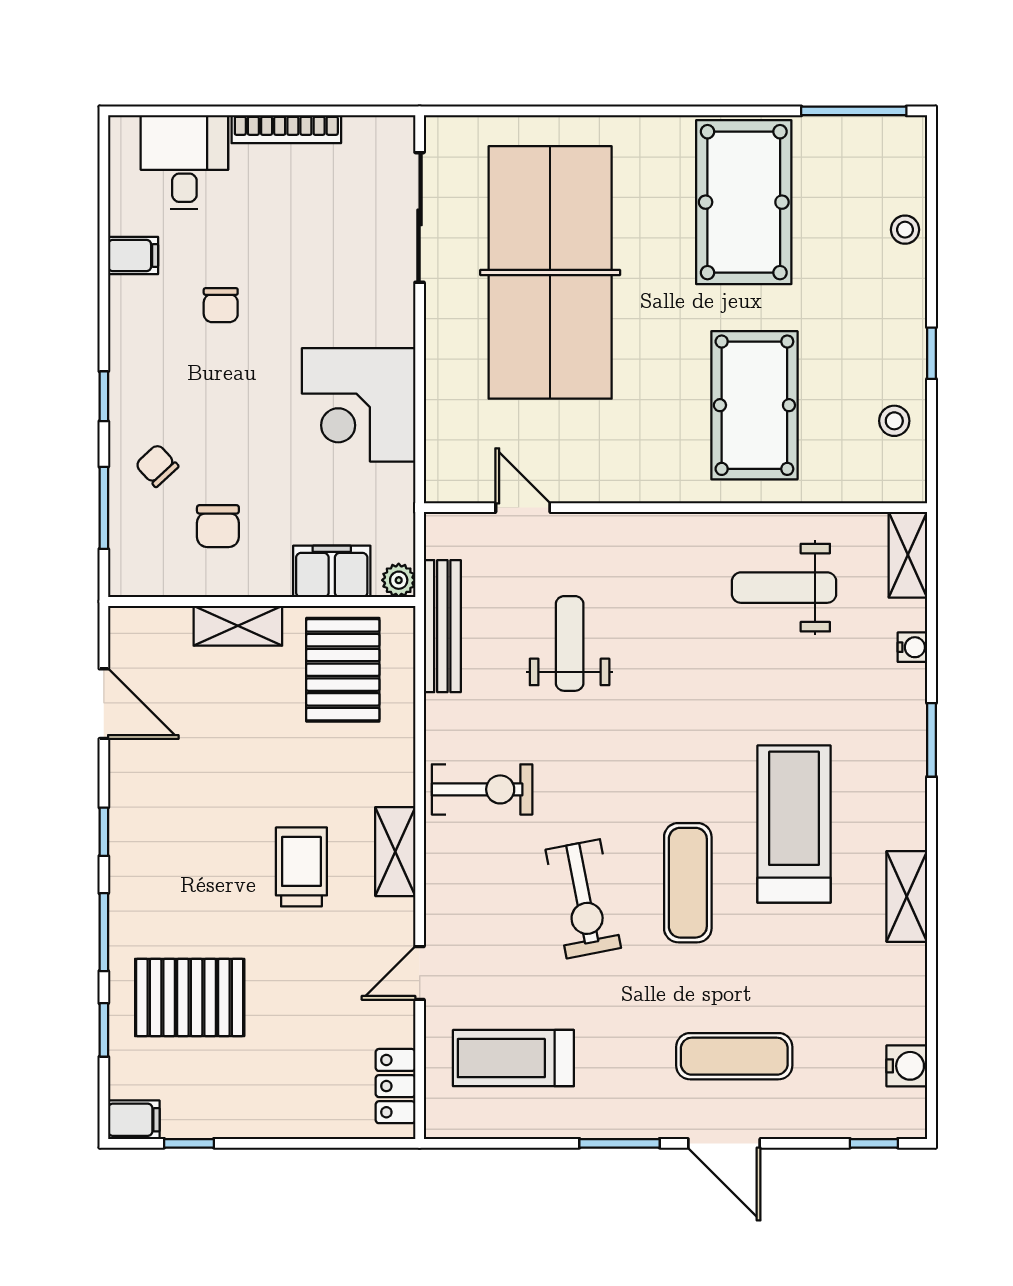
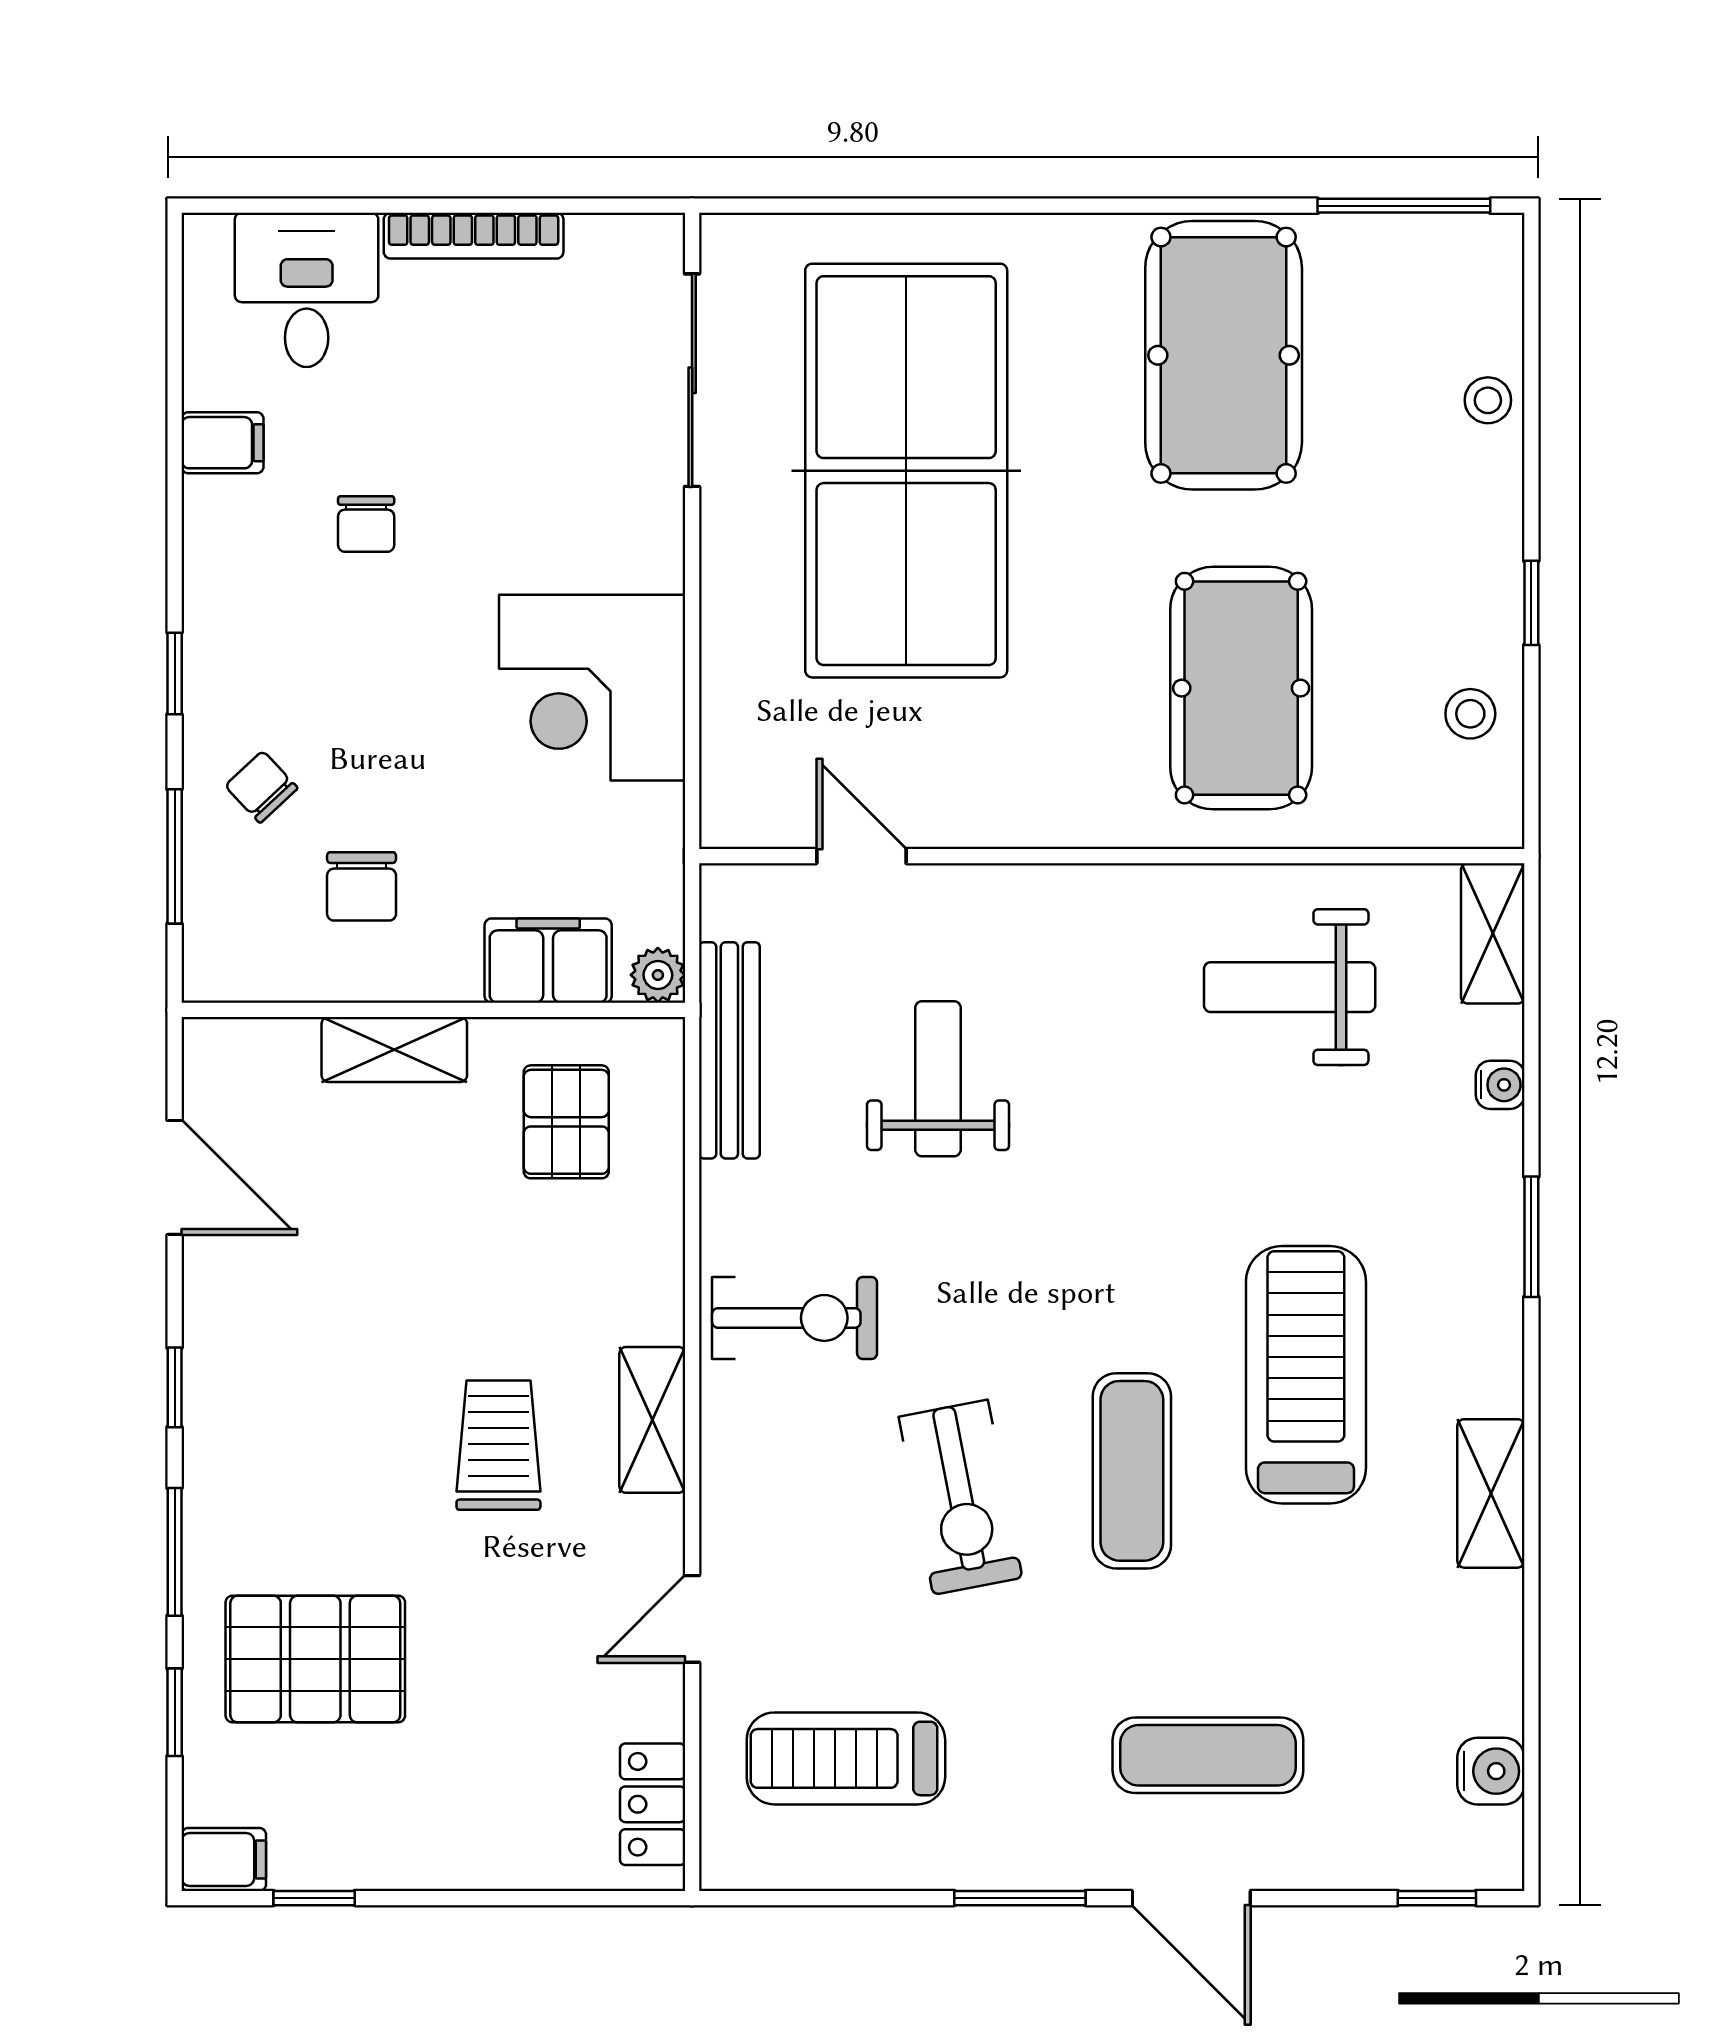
pallet: (343, 670) -> (566, 1122), width x0.67, depth x0.71

